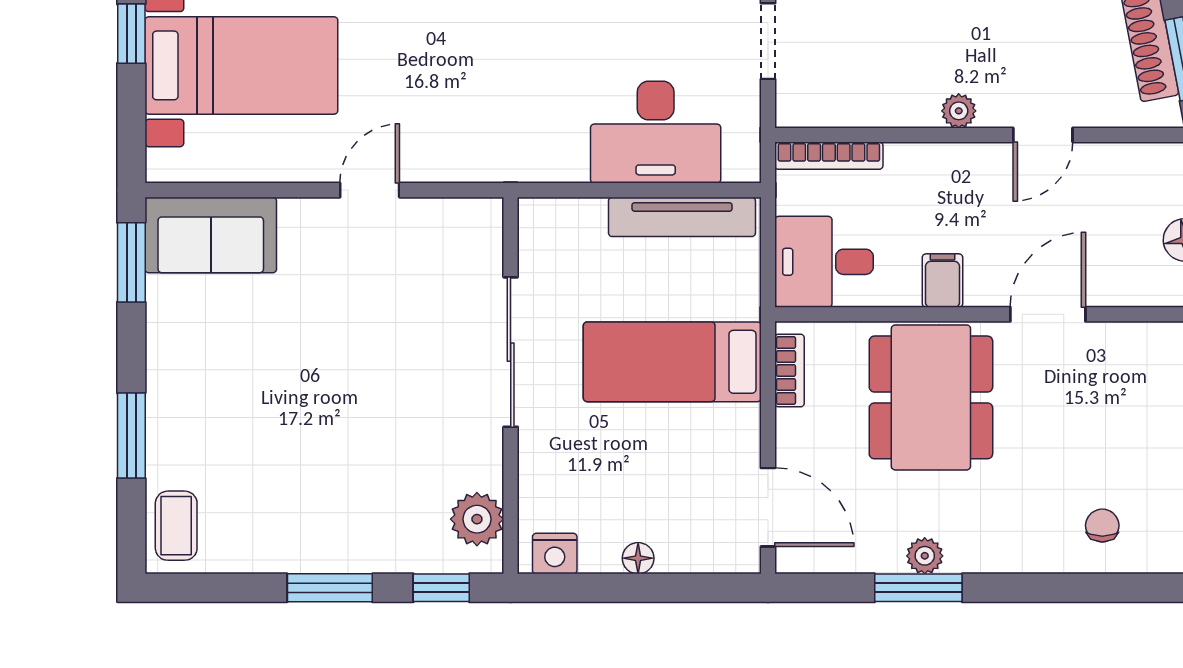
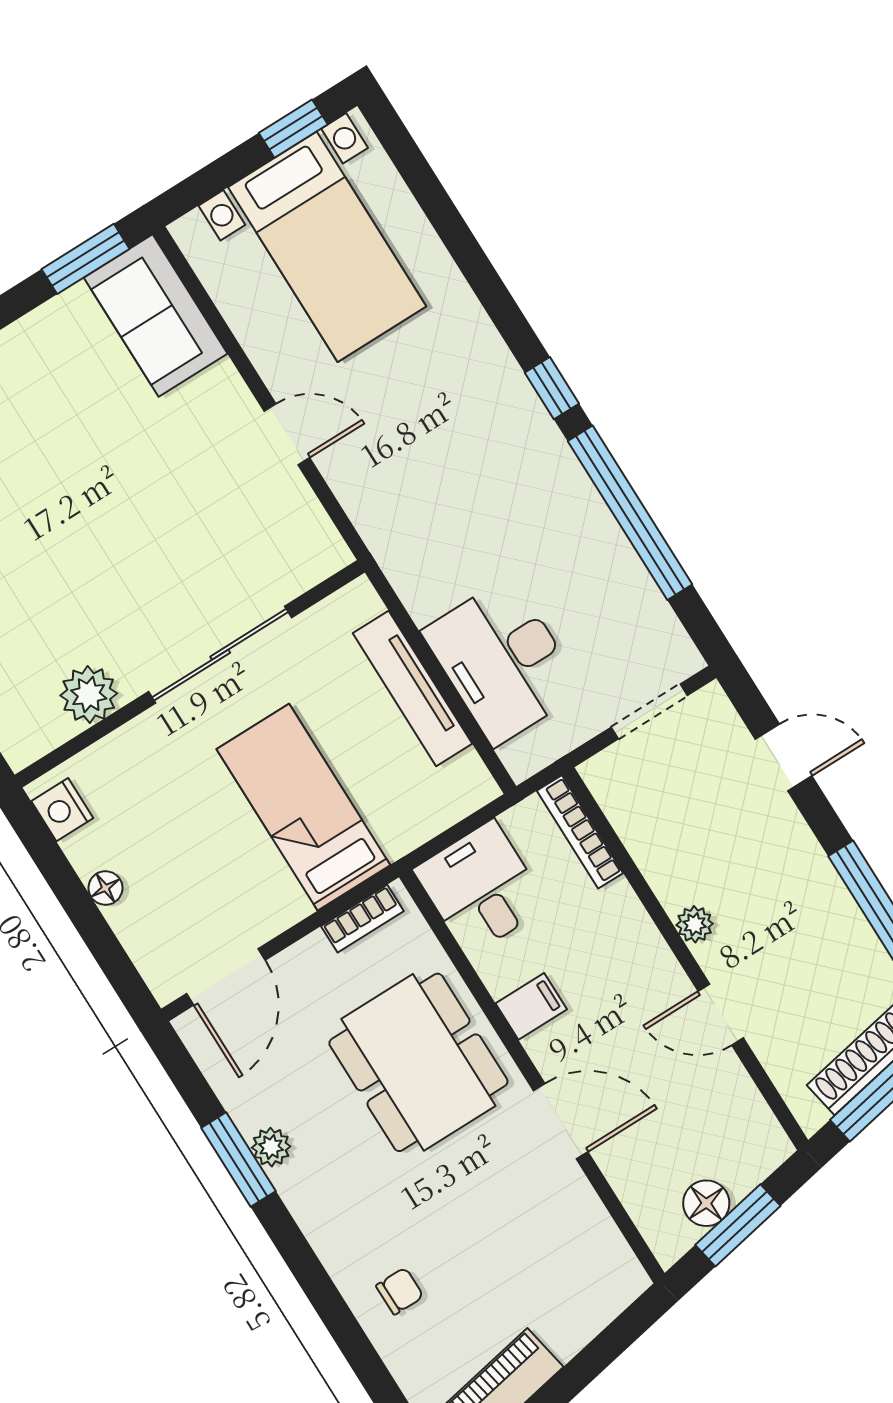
tv unit: (682, 217) -> (412, 688), moved
dining table: (931, 397) -> (418, 1062), turned 90
plant: (477, 519) -> (89, 695), moved

